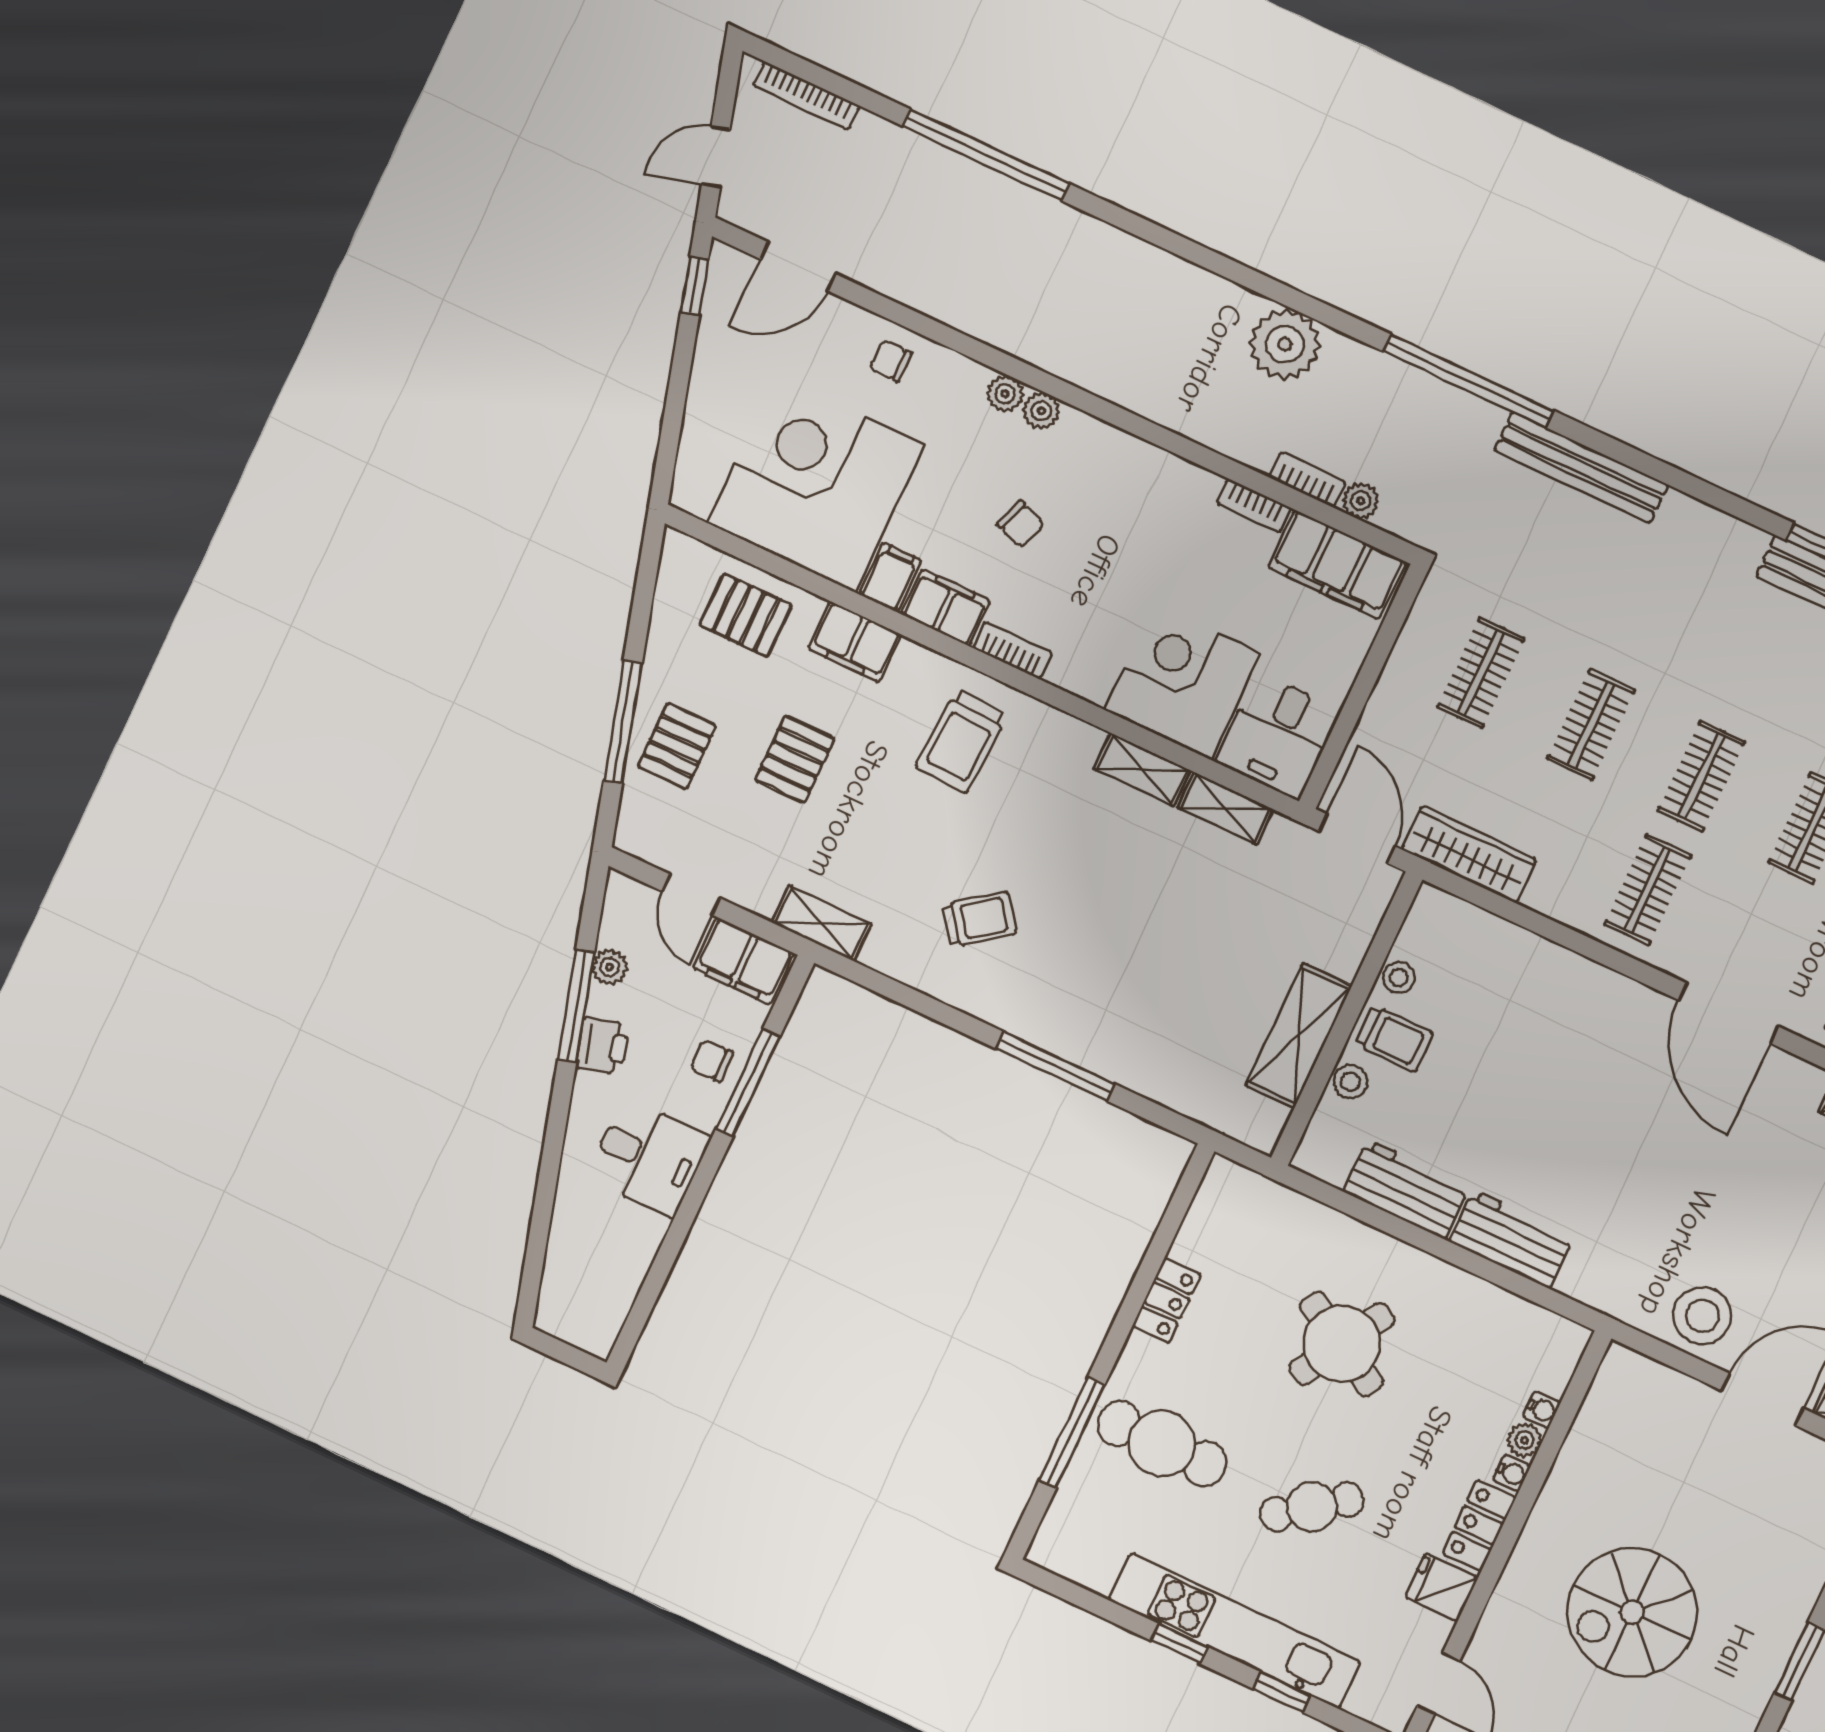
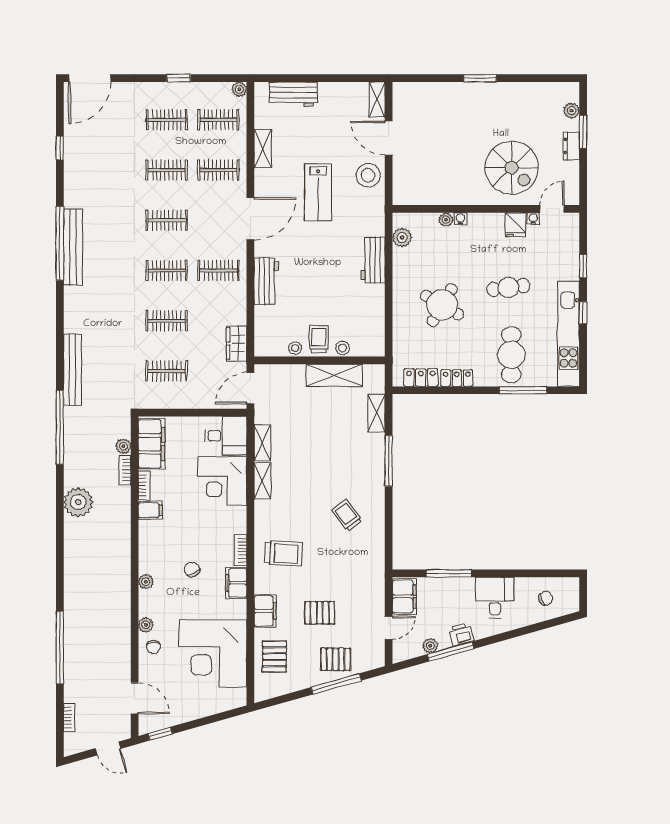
bookcase: (806, 96) -> (69, 717), width x0.64
plant: (1005, 394) -> (146, 625), moved
chair: (1021, 524) -> (192, 569), turned -49
filing cabinet: (890, 577) -> (150, 510), moved, turned 180
wardrobe: (1469, 854) -> (237, 343), width x0.67
shelving: (821, 923) -> (376, 413), moved
chair: (712, 1061) -> (546, 598), moved, turned -112
workbench: (1406, 1189) -> (266, 281), moved, turned 180
lab bench: (1716, 1189) -> (318, 192), added
plant: (1531, 1326) -> (402, 238), added
water cooler: (1542, 1409) -> (533, 219), moved
cafe table: (1312, 1507) -> (508, 287), turned -60
locker: (1479, 1525) -> (421, 378), moved, turned 180
spiral stairs: (1632, 1612) -> (512, 168), moved
kitchen unit: (1235, 1631) -> (568, 334), moved

